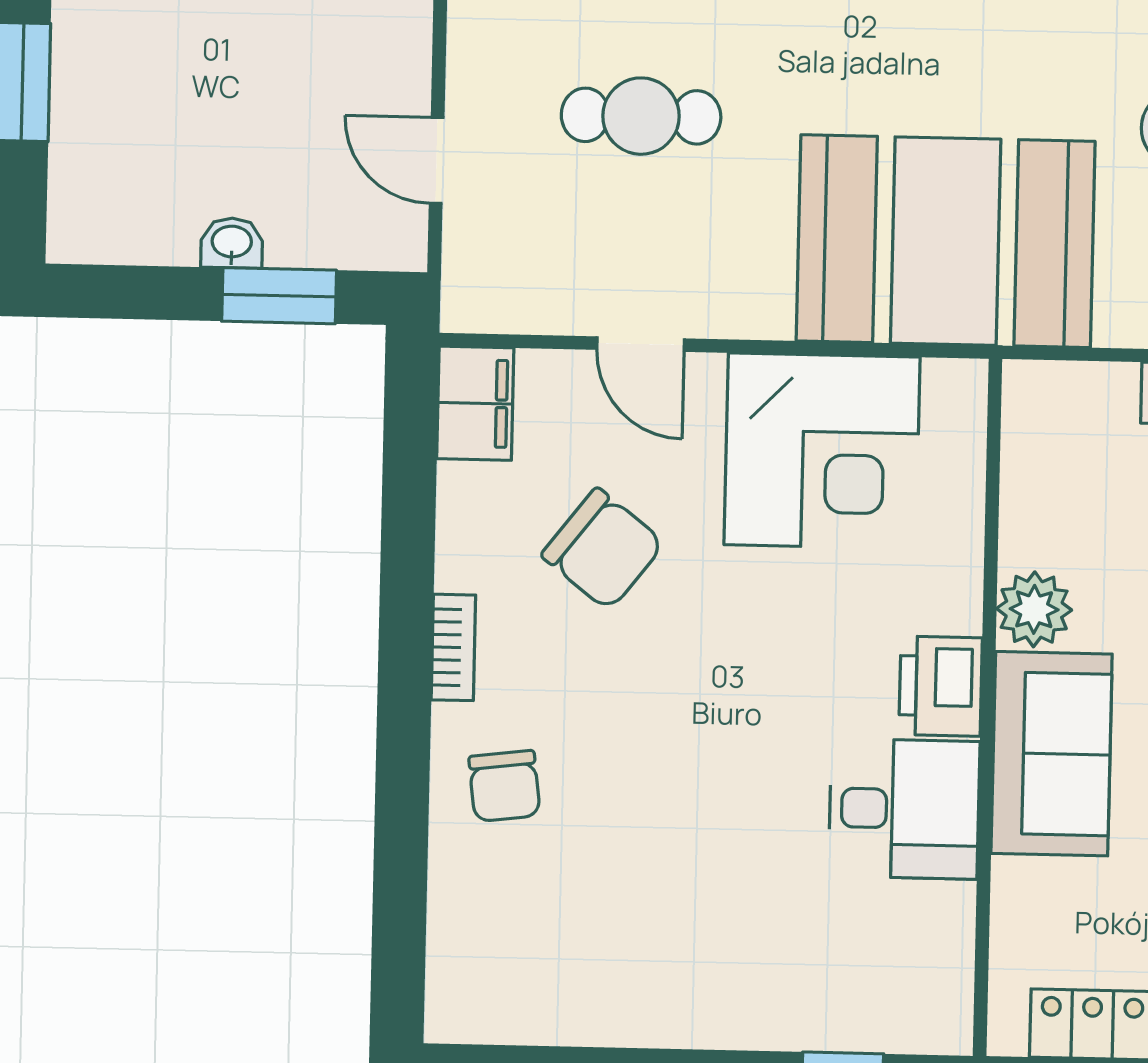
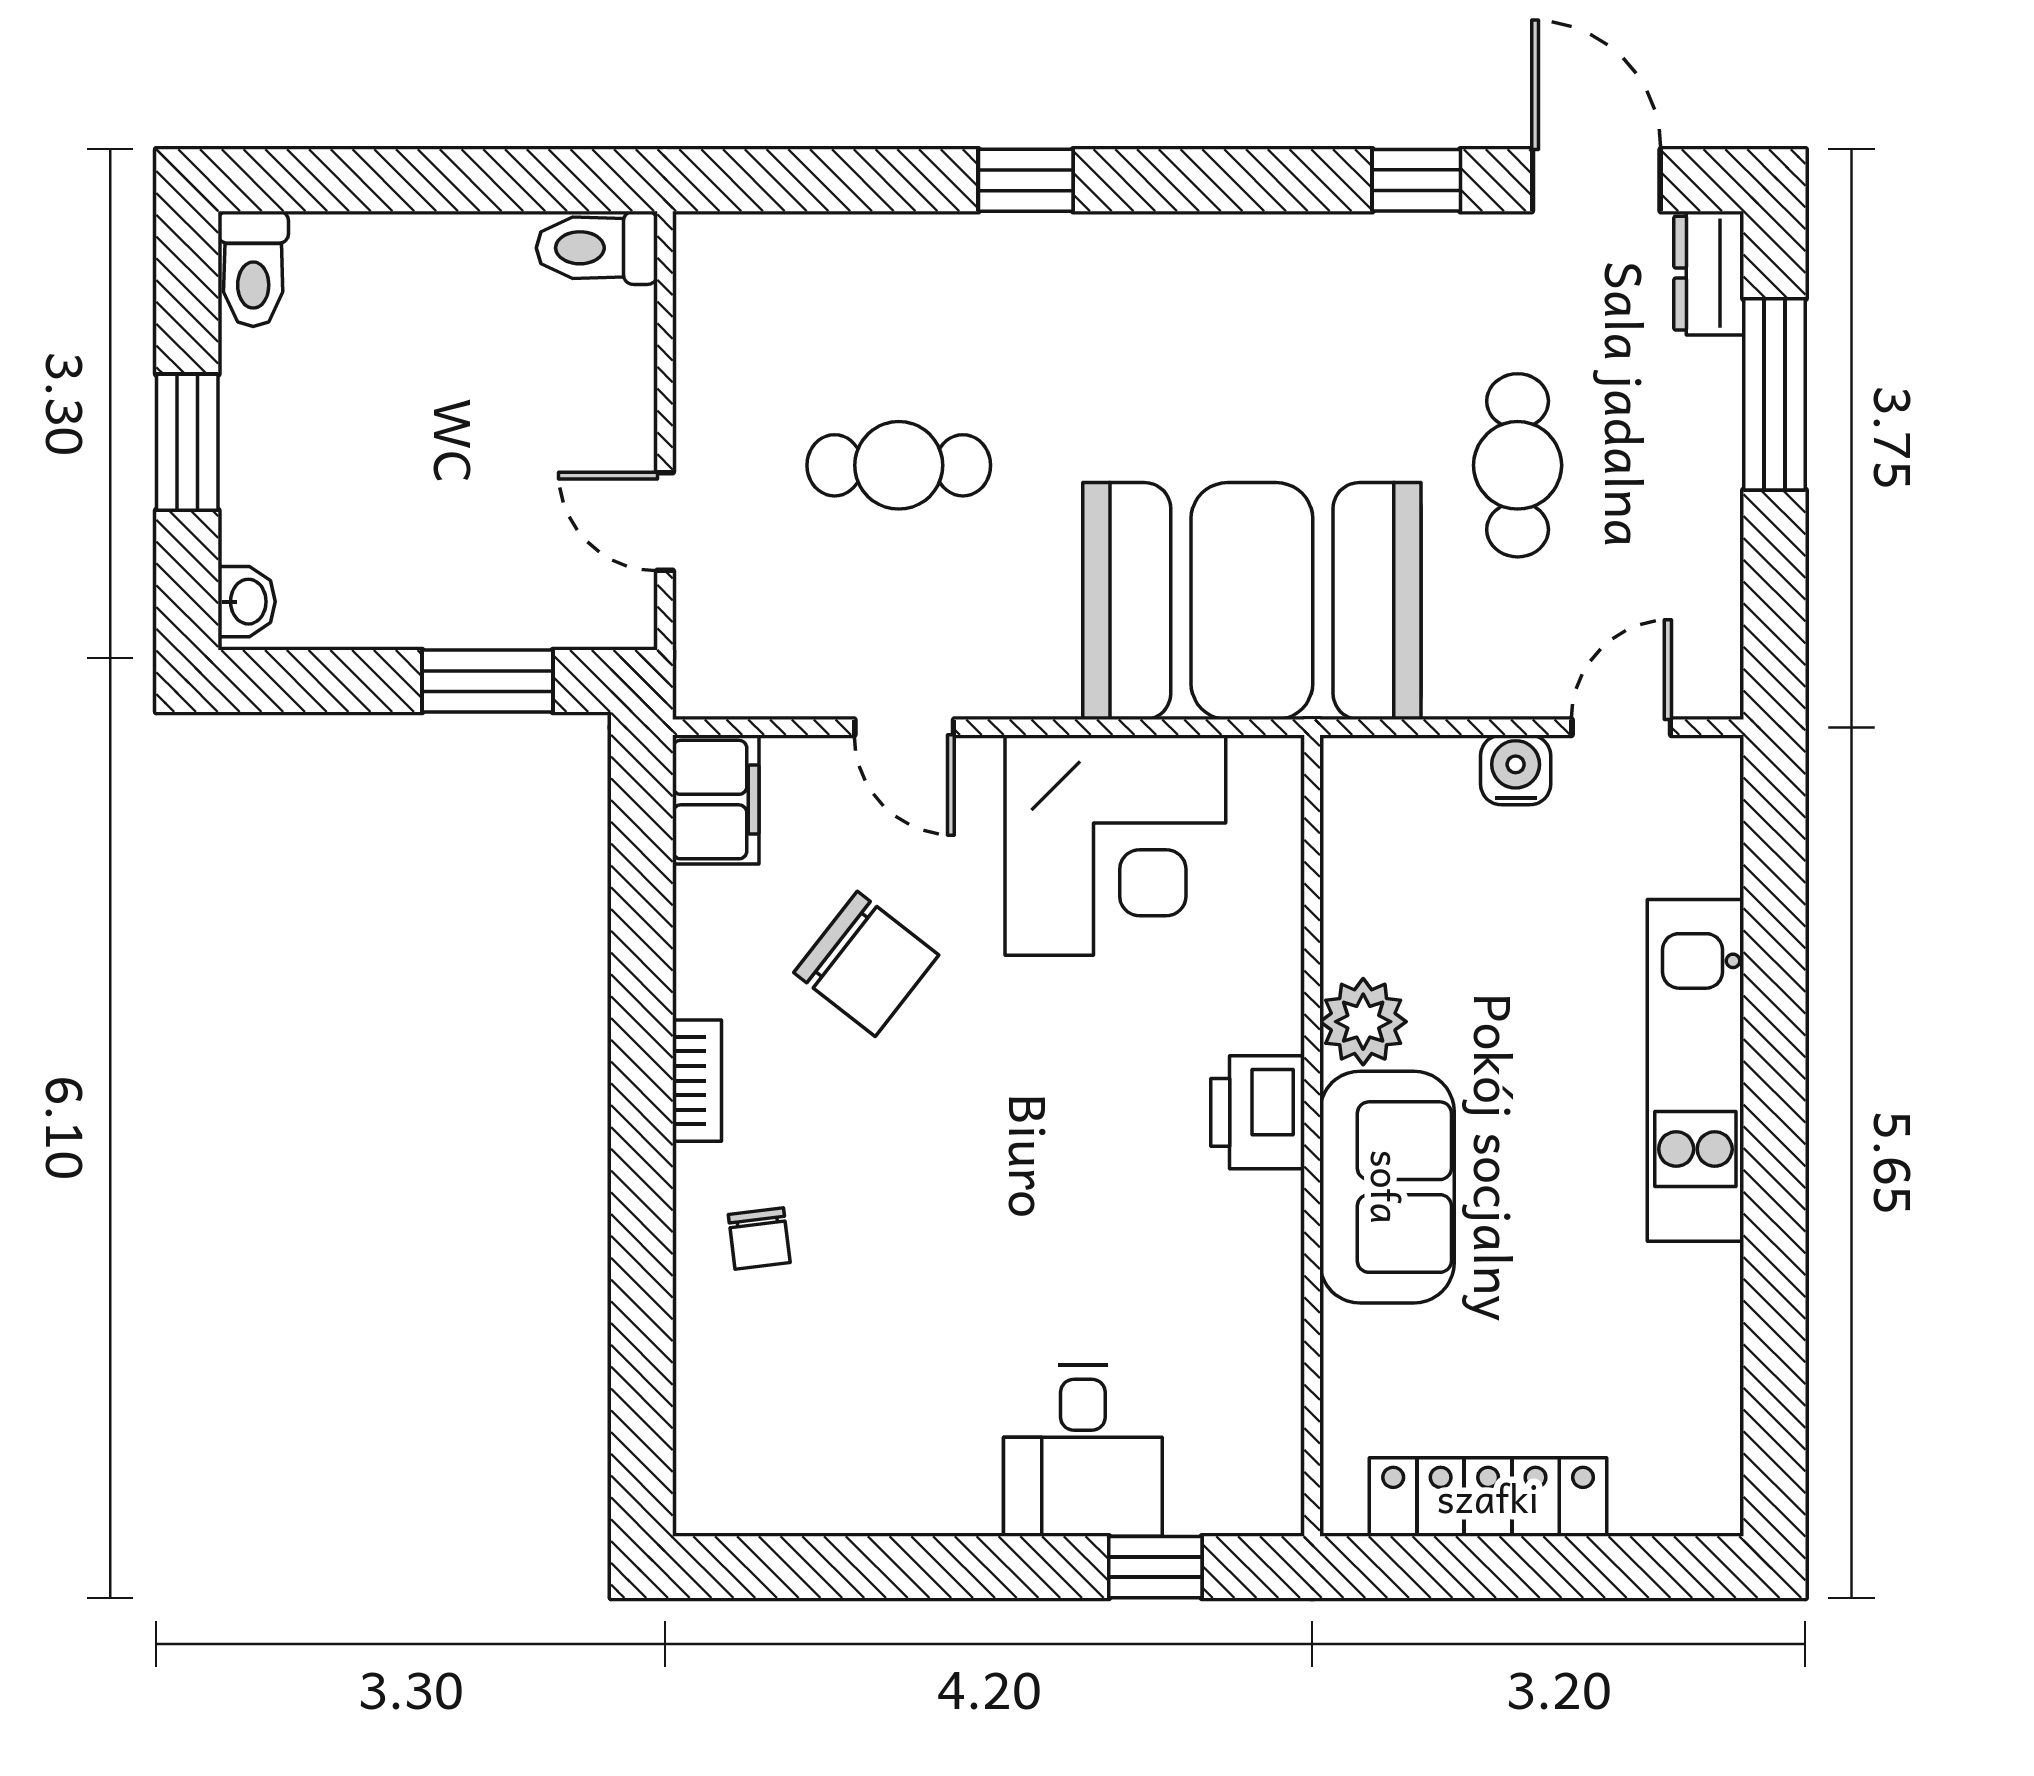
washbasin: (232, 243) -> (247, 602), moved, turned 90
chair: (504, 786) -> (759, 1238), width x0.73, depth x0.73
desk: (904, 809) -> (1083, 1451), moved, turned 90

